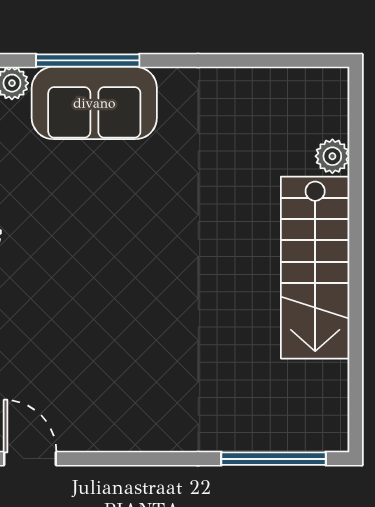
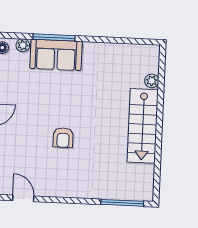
armchair: (121, 305) -> (63, 138), added

